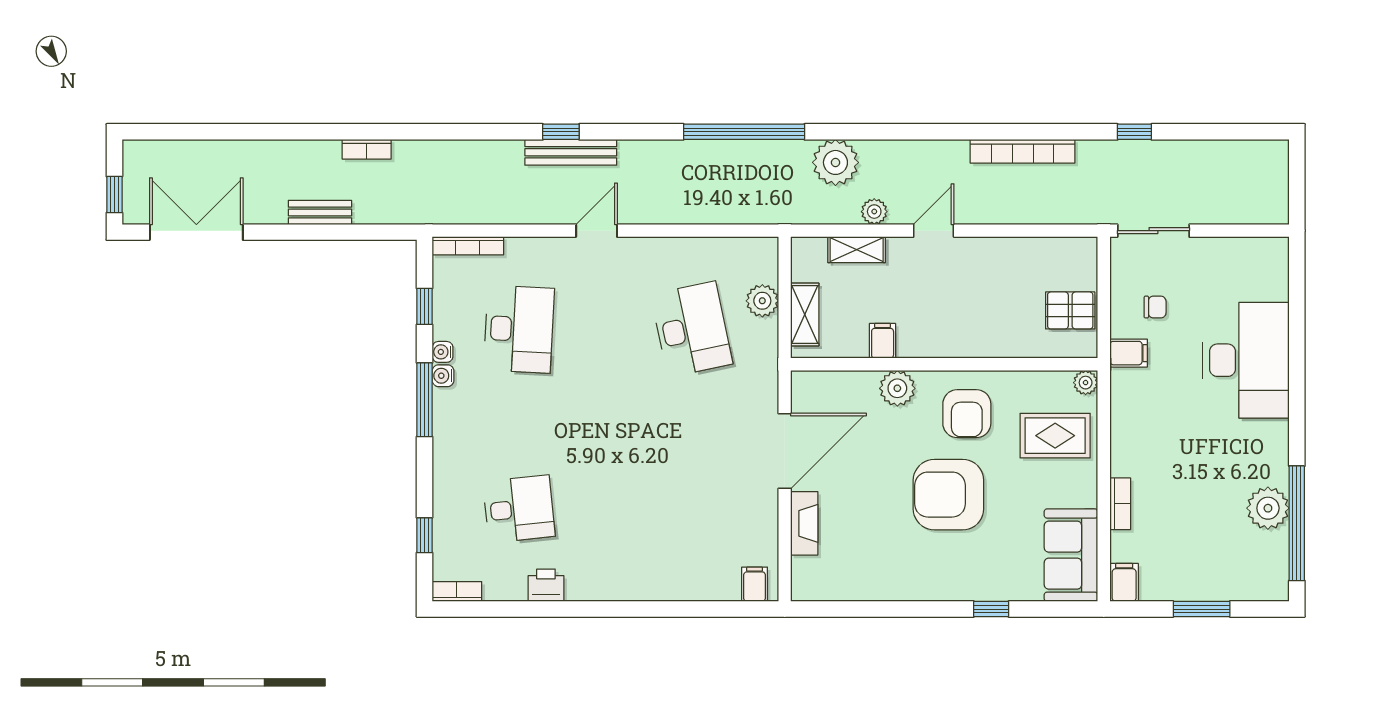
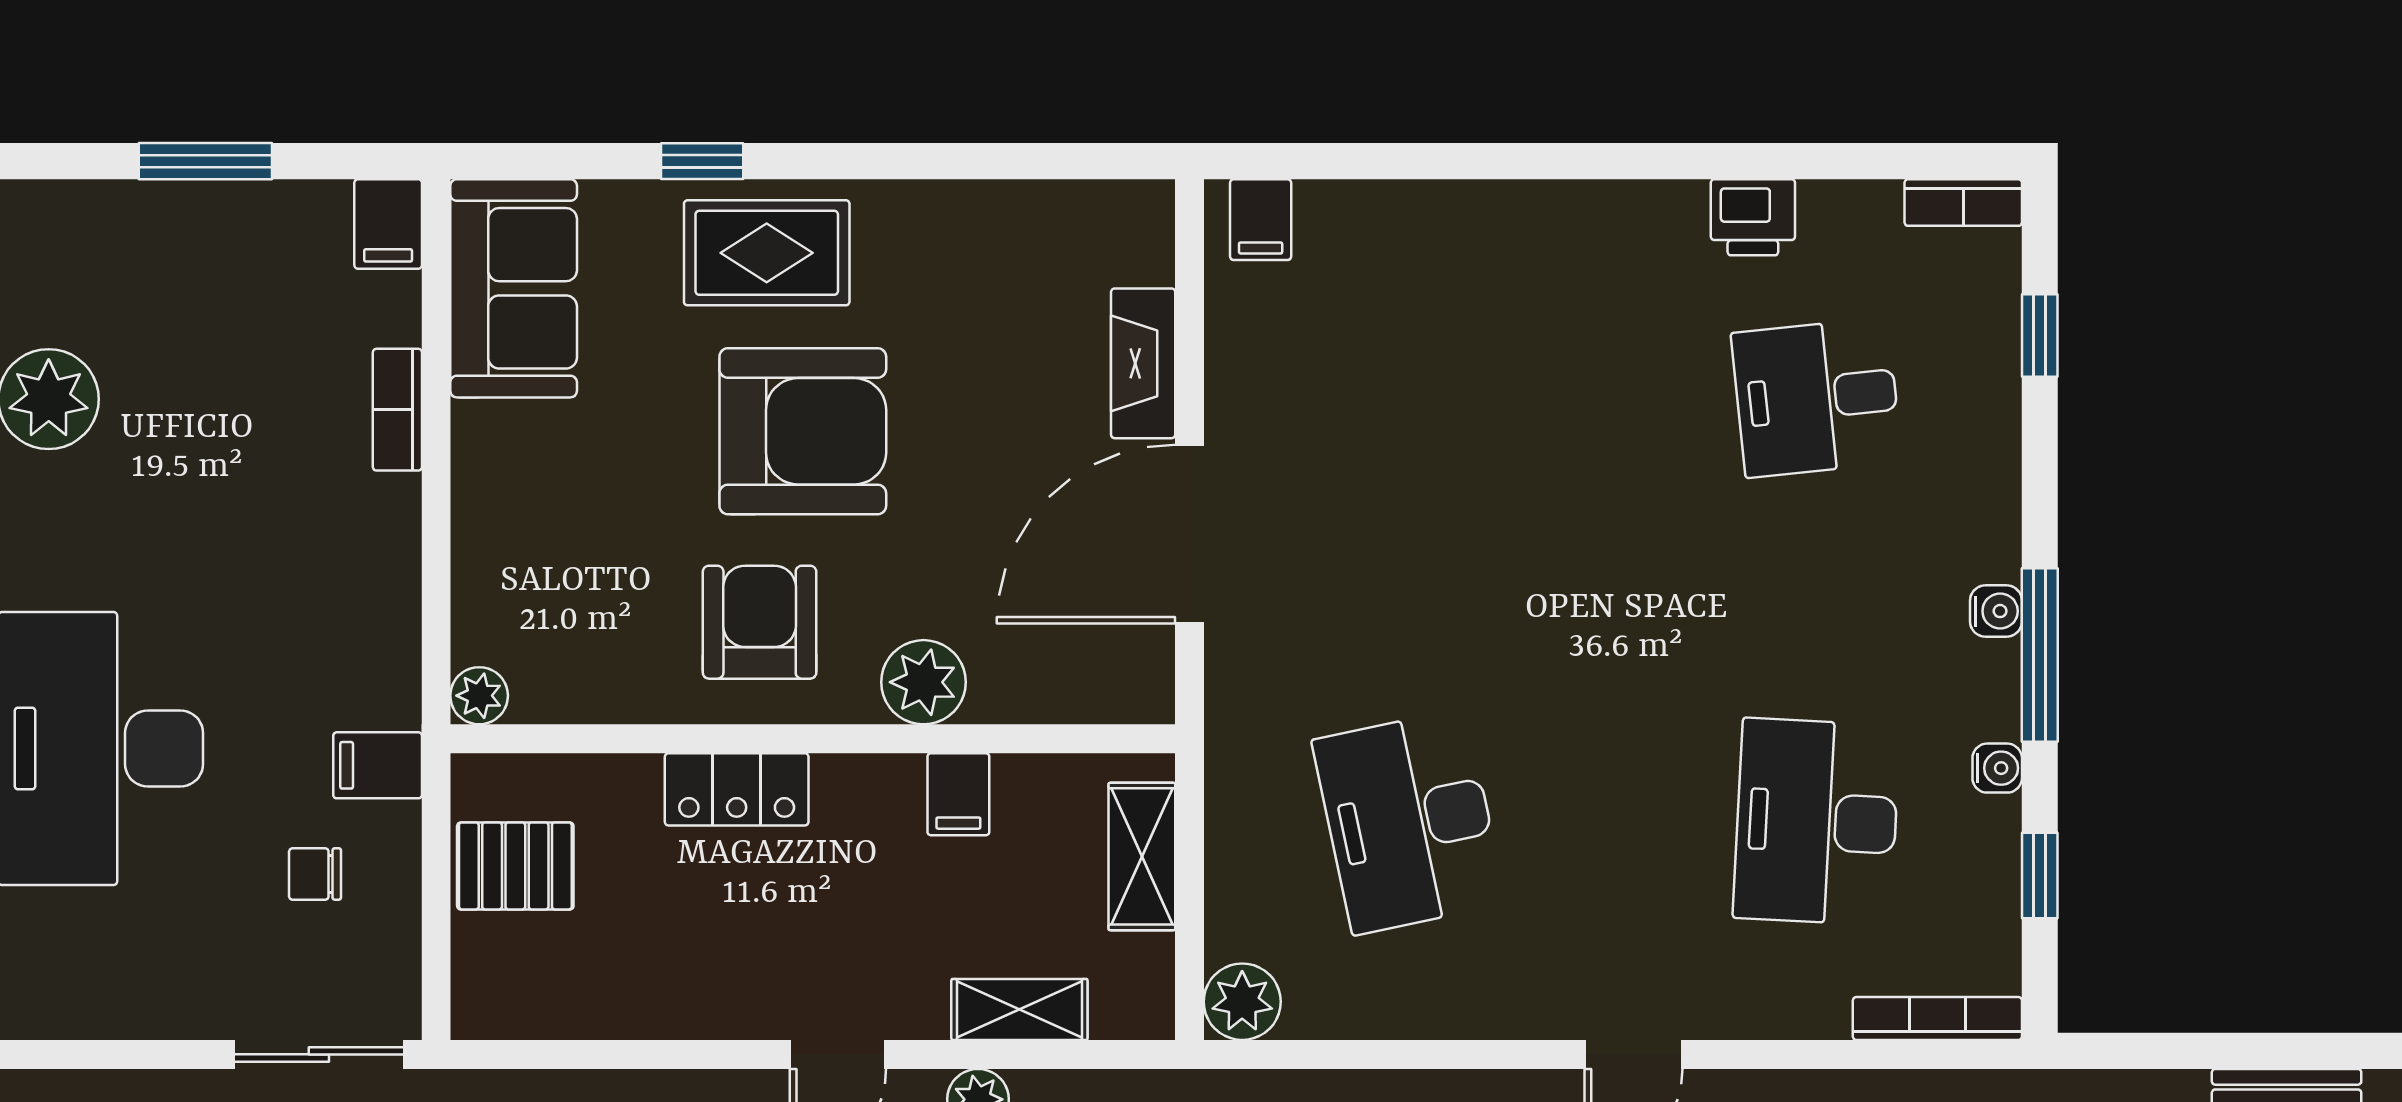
plant: (762, 301) -> (1242, 1002), moved
locker: (976, 343) -> (737, 789), added
water cooler: (443, 376) -> (1996, 611), moved
rug: (1055, 436) -> (767, 253), moved

